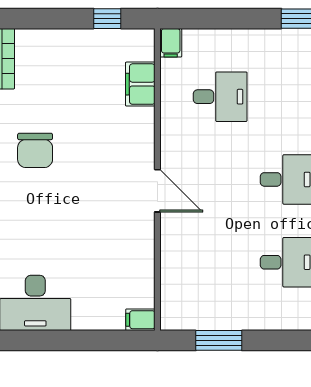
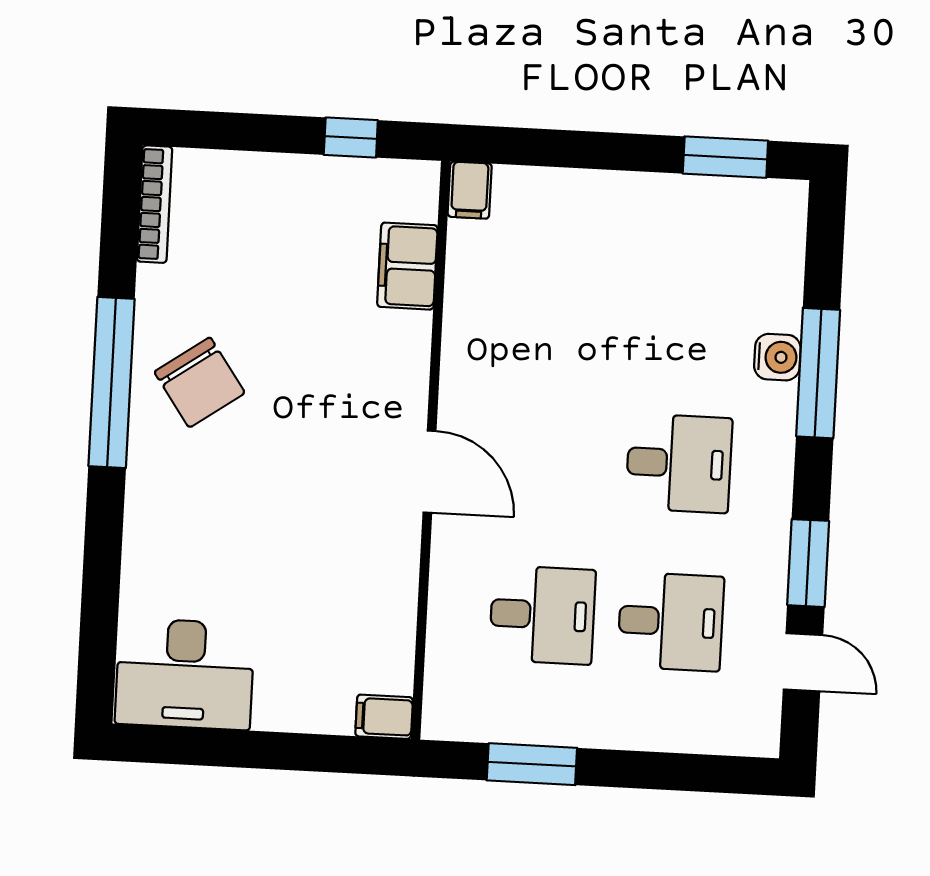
desk: (220, 97) -> (542, 615), moved
chair: (35, 150) -> (200, 382), turned -35

